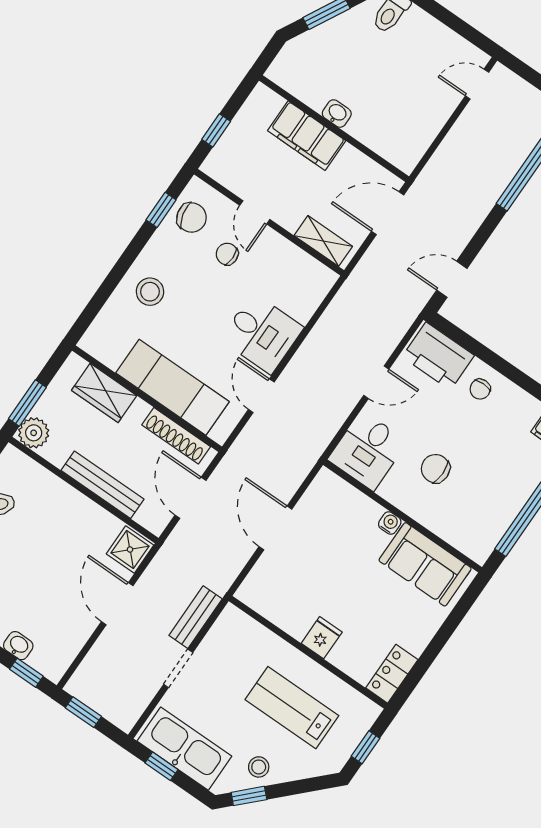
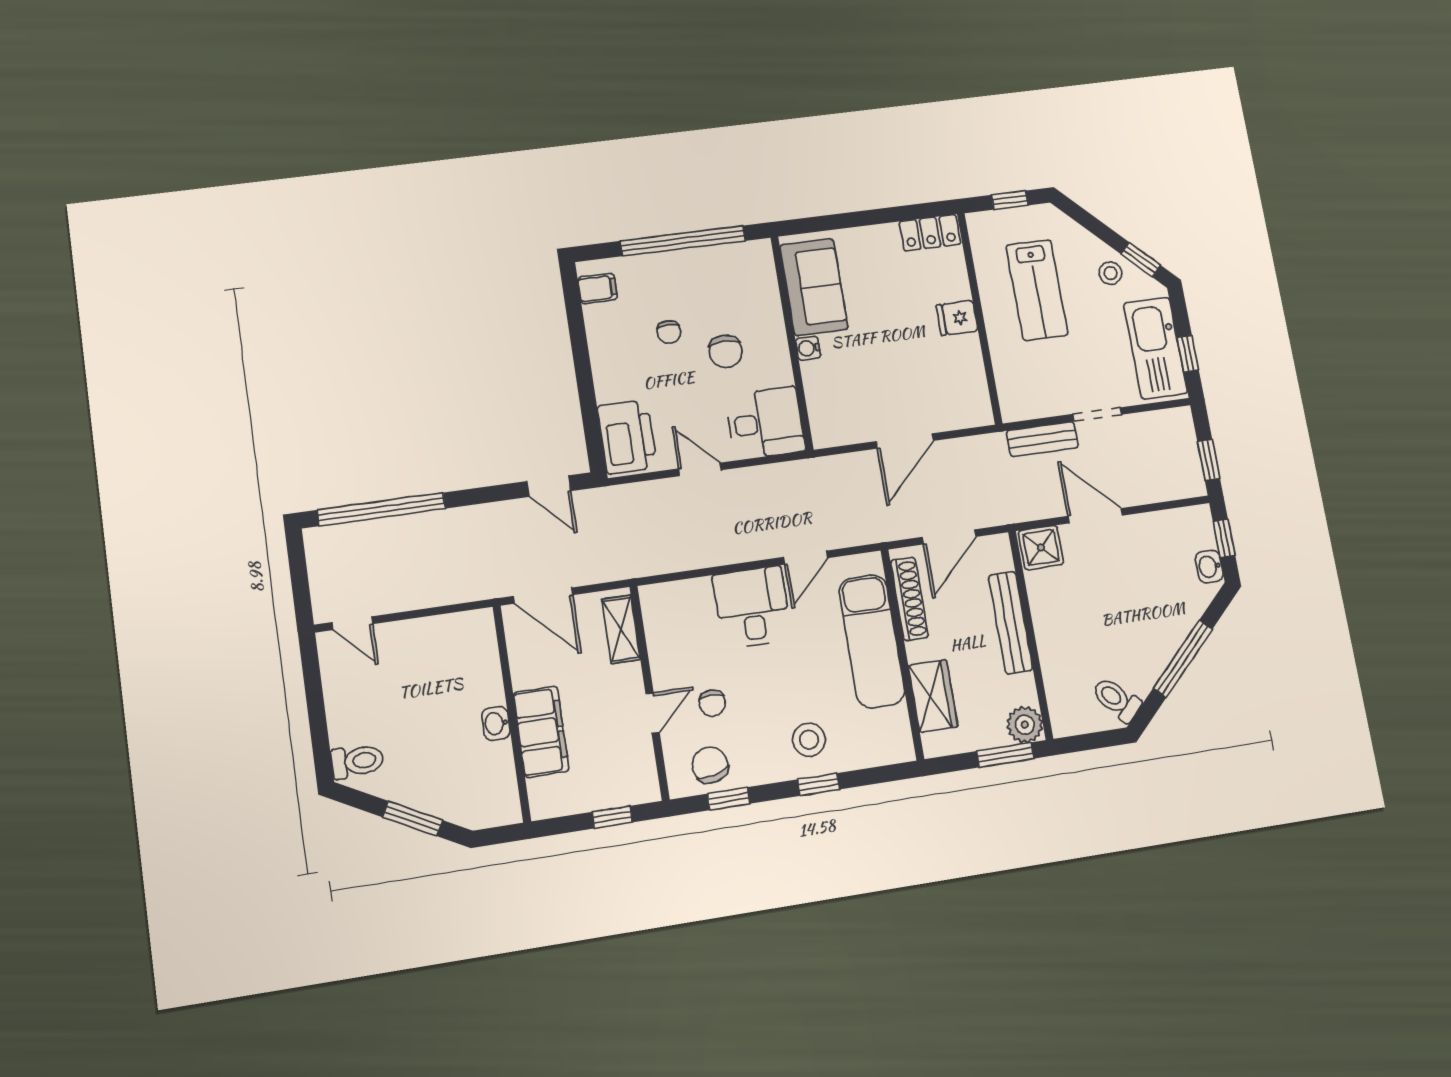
window: (118, 272) -> (819, 784), added
chair: (480, 389) -> (669, 332), moved, turned 90
door: (117, 604) -> (1095, 516), swing flipped

